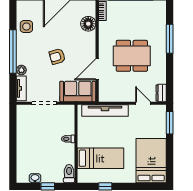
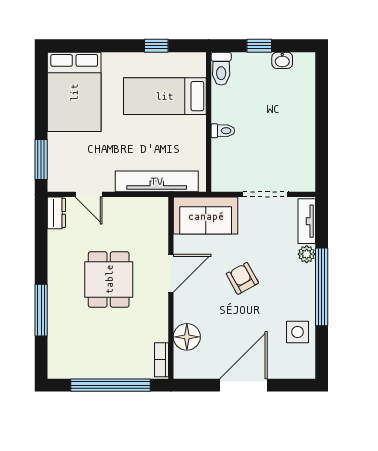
armchair: (57, 56) -> (242, 278), turned -102
dining table: (132, 56) -> (109, 279), width x0.73
door: (97, 69) -> (171, 273), moved

